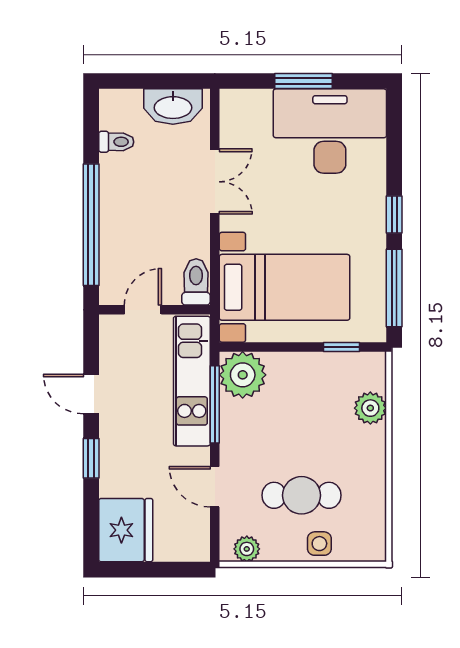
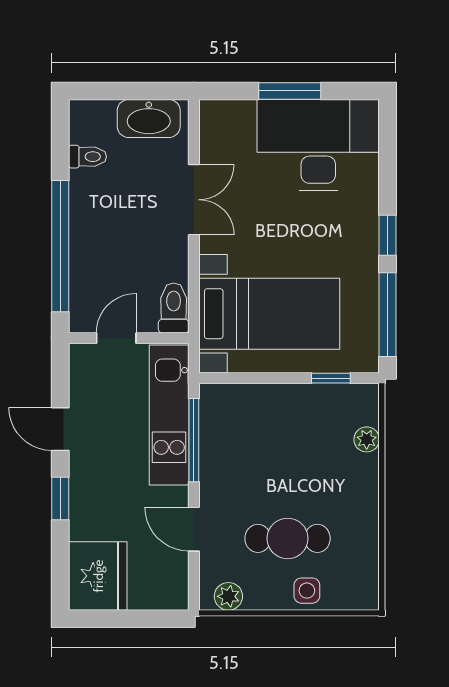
plant: (243, 375) -> (224, 408), removed
plant: (370, 408) -> (367, 439), width x0.73, depth x0.73

